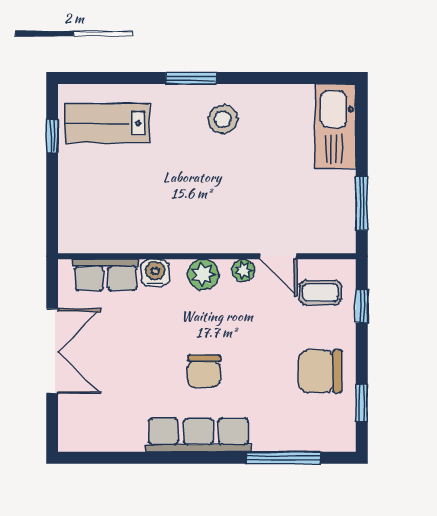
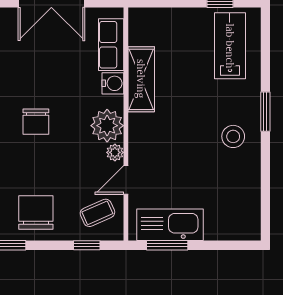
kitchen sink: (336, 126) -> (170, 225), moved
shelving: (150, 237) -> (141, 79), added
plant: (203, 275) -> (107, 126), width x1.36, depth x1.36
coffee table: (320, 293) -> (97, 213), turned 66
chair: (204, 371) -> (36, 122), turned -91

